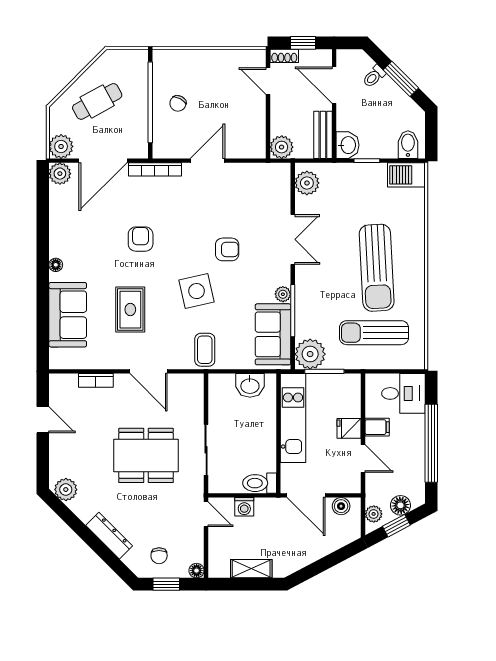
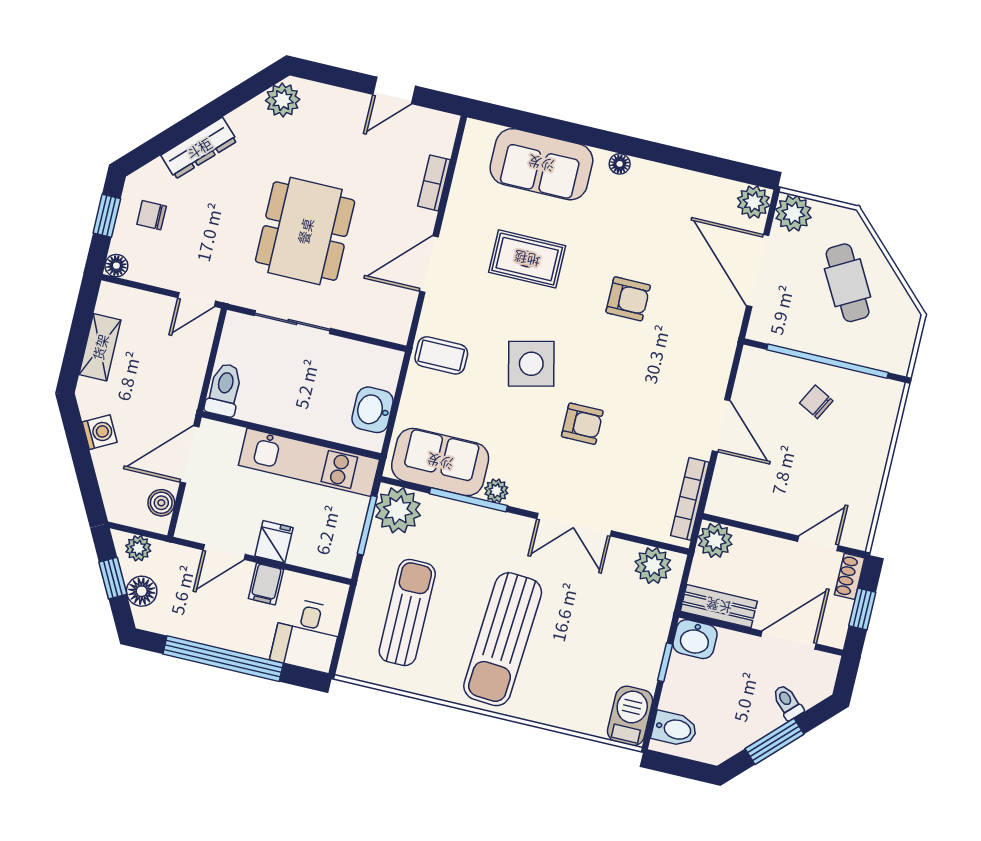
bookcase: (155, 169) -> (690, 499), moved
armchair: (227, 249) -> (582, 424), turned -90
sun lounger: (377, 268) -> (503, 639), turned -83
washing machine: (244, 507) -> (100, 432), moved, turned 152

